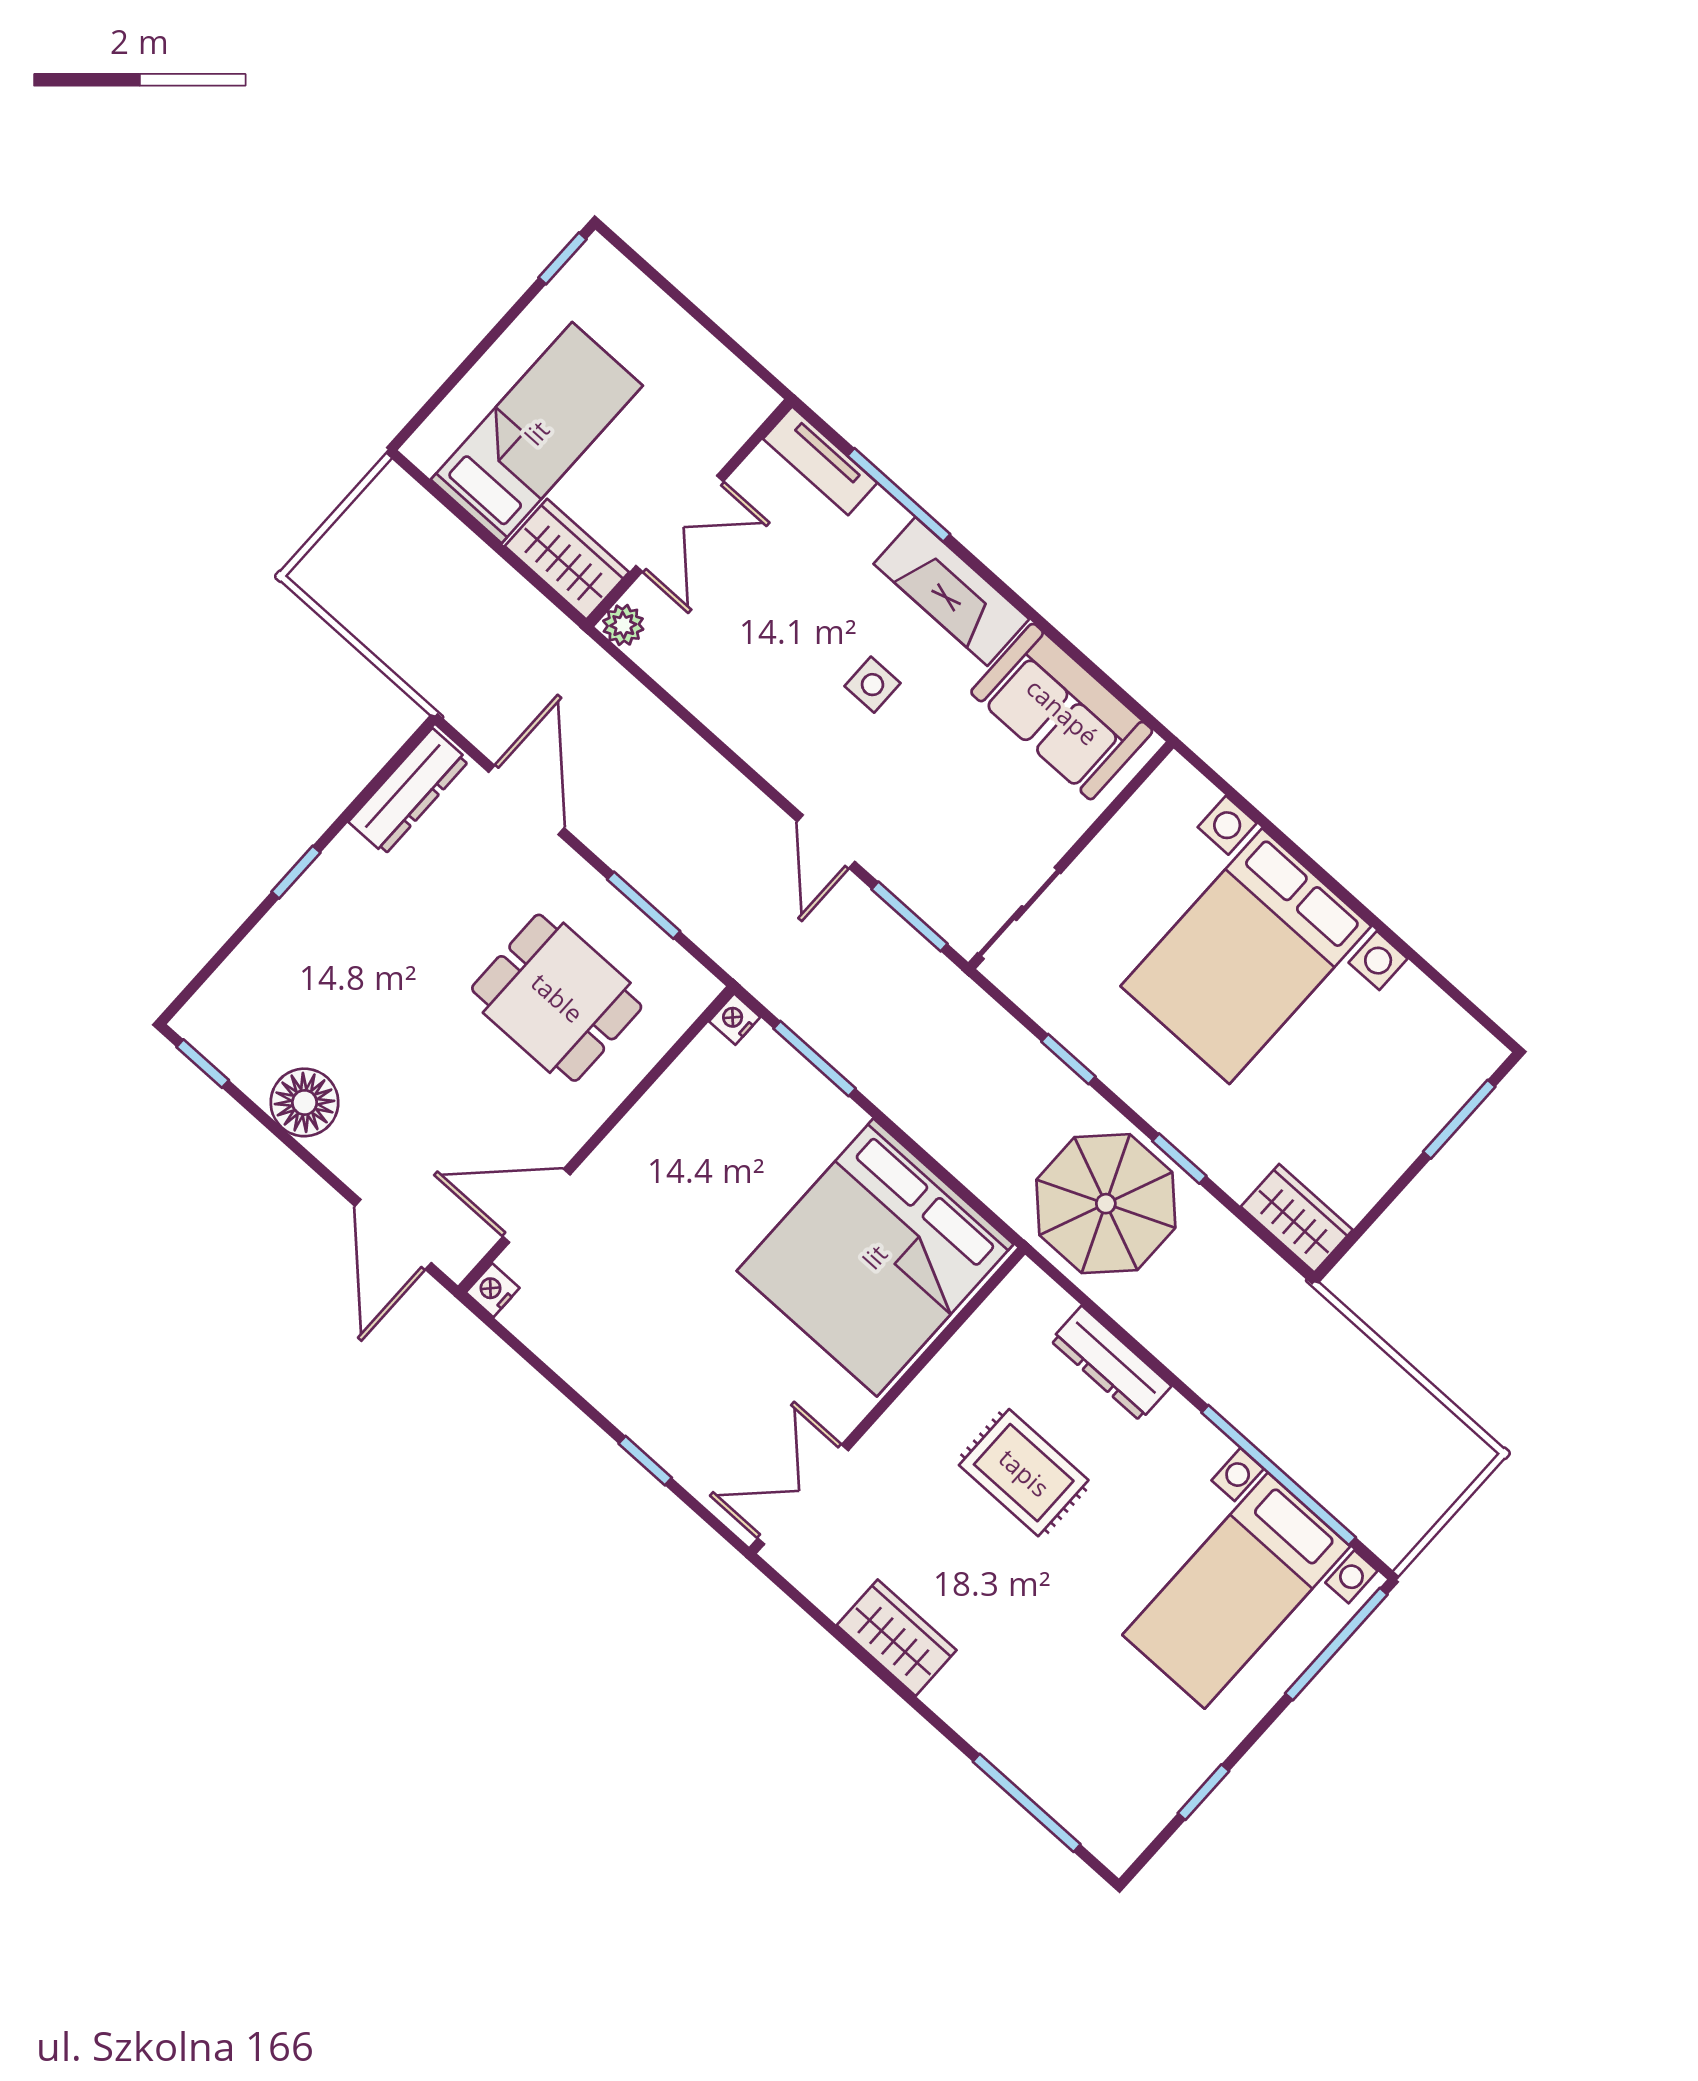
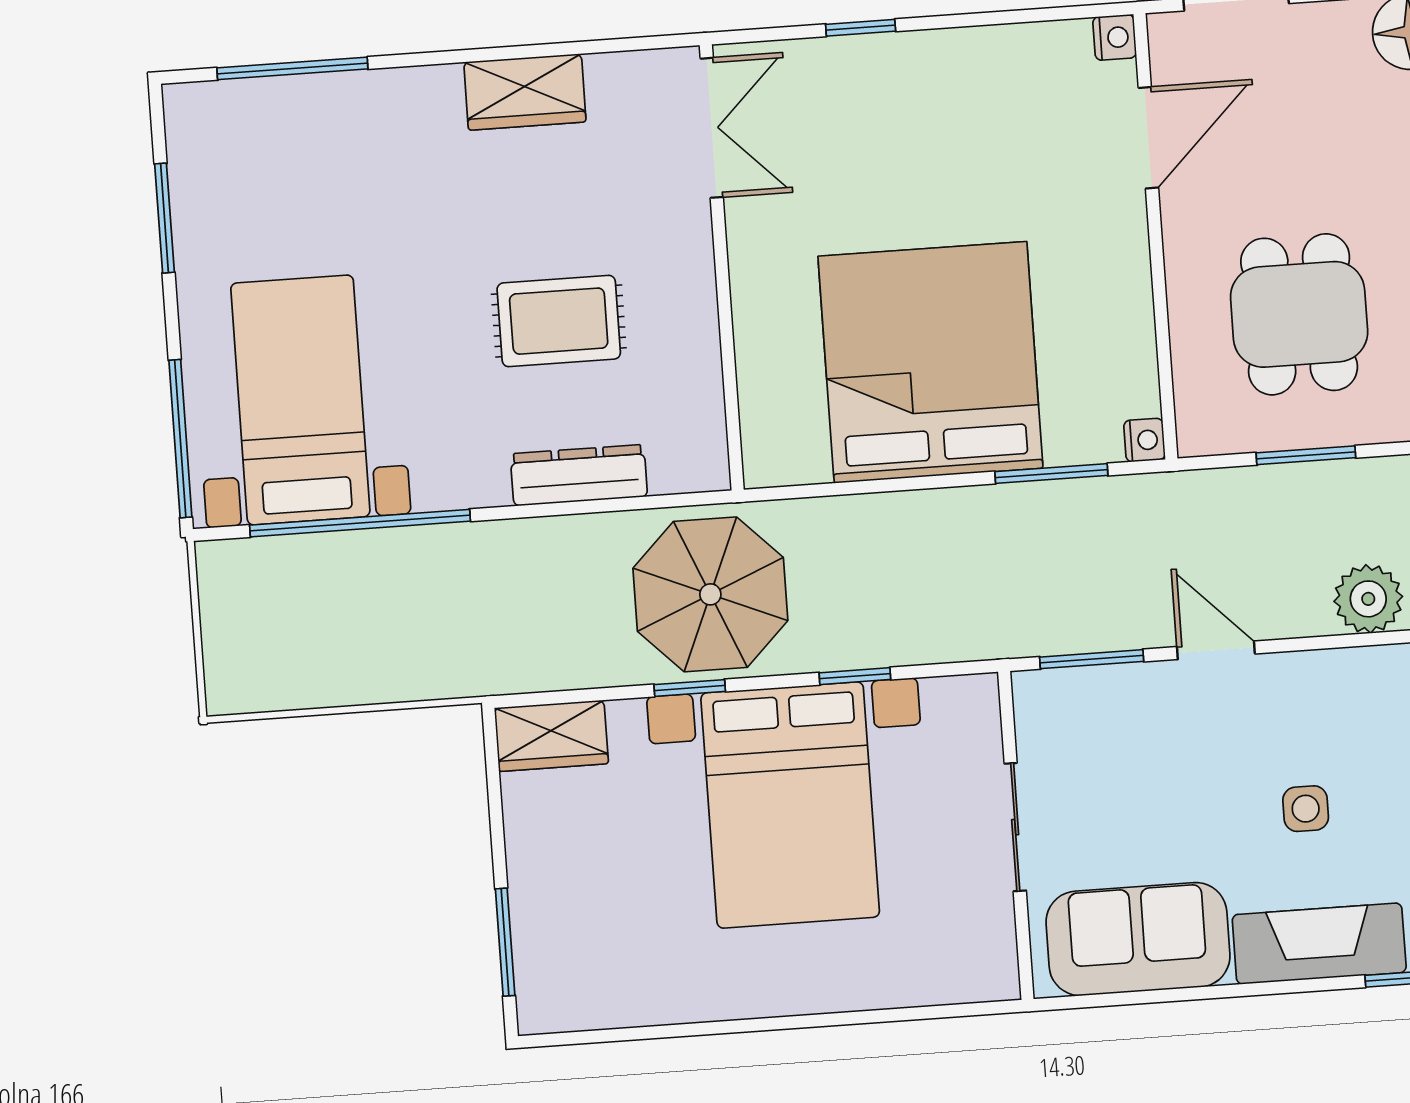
plant: (698, 775) -> (1368, 599), added
sliding door: (1019, 913) -> (1015, 827), moved
bed with nightstands: (1246, 956) -> (790, 805), moved, turned 180
dining table: (557, 998) -> (1299, 314), turned 90
bed: (875, 1257) -> (930, 362), moved
window: (1203, 1792) -> (164, 218), width x1.50

